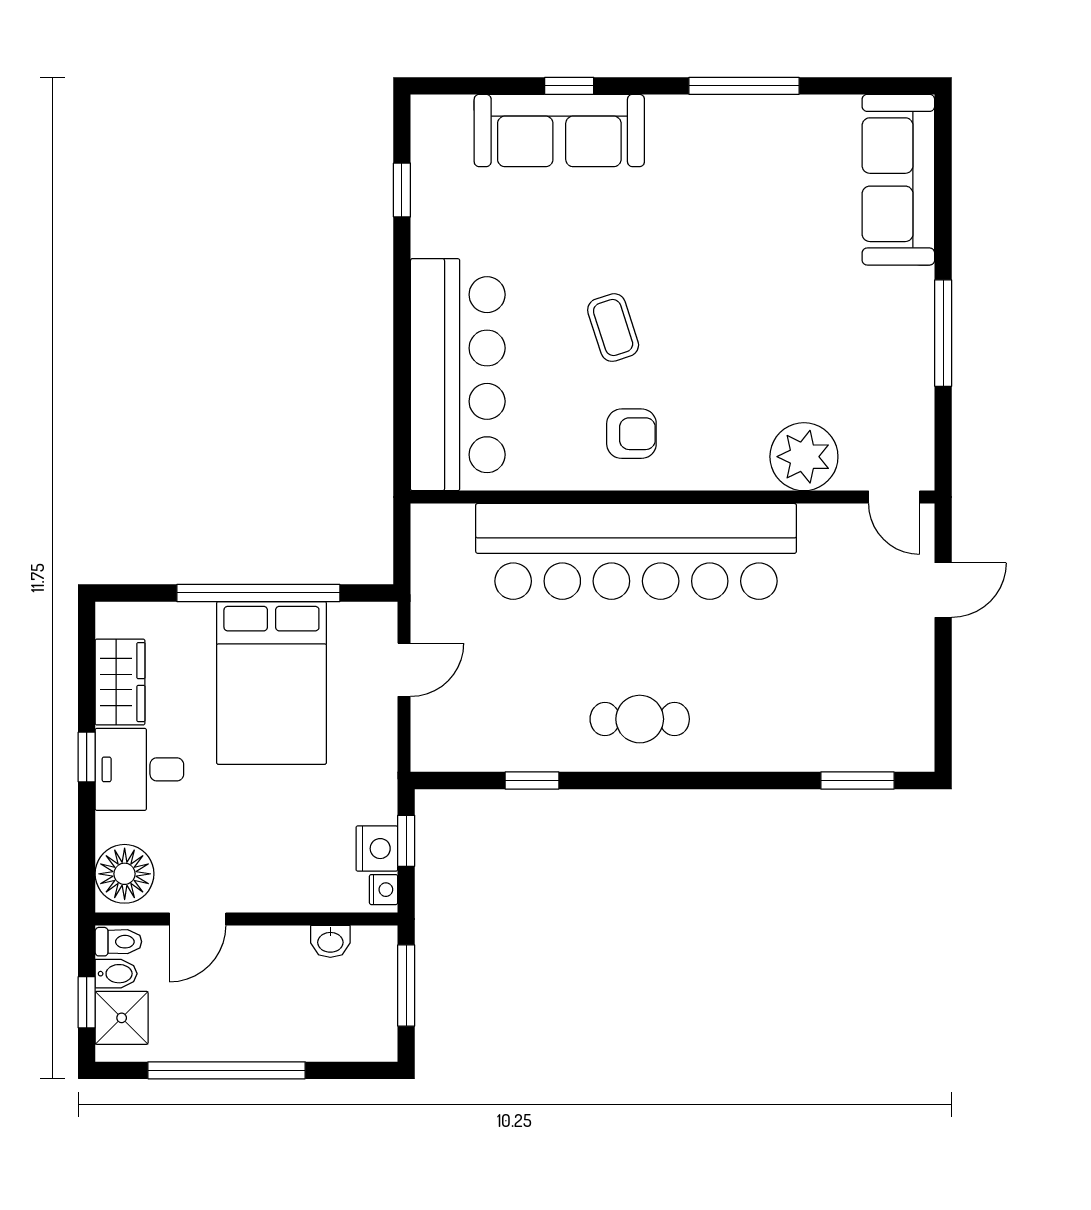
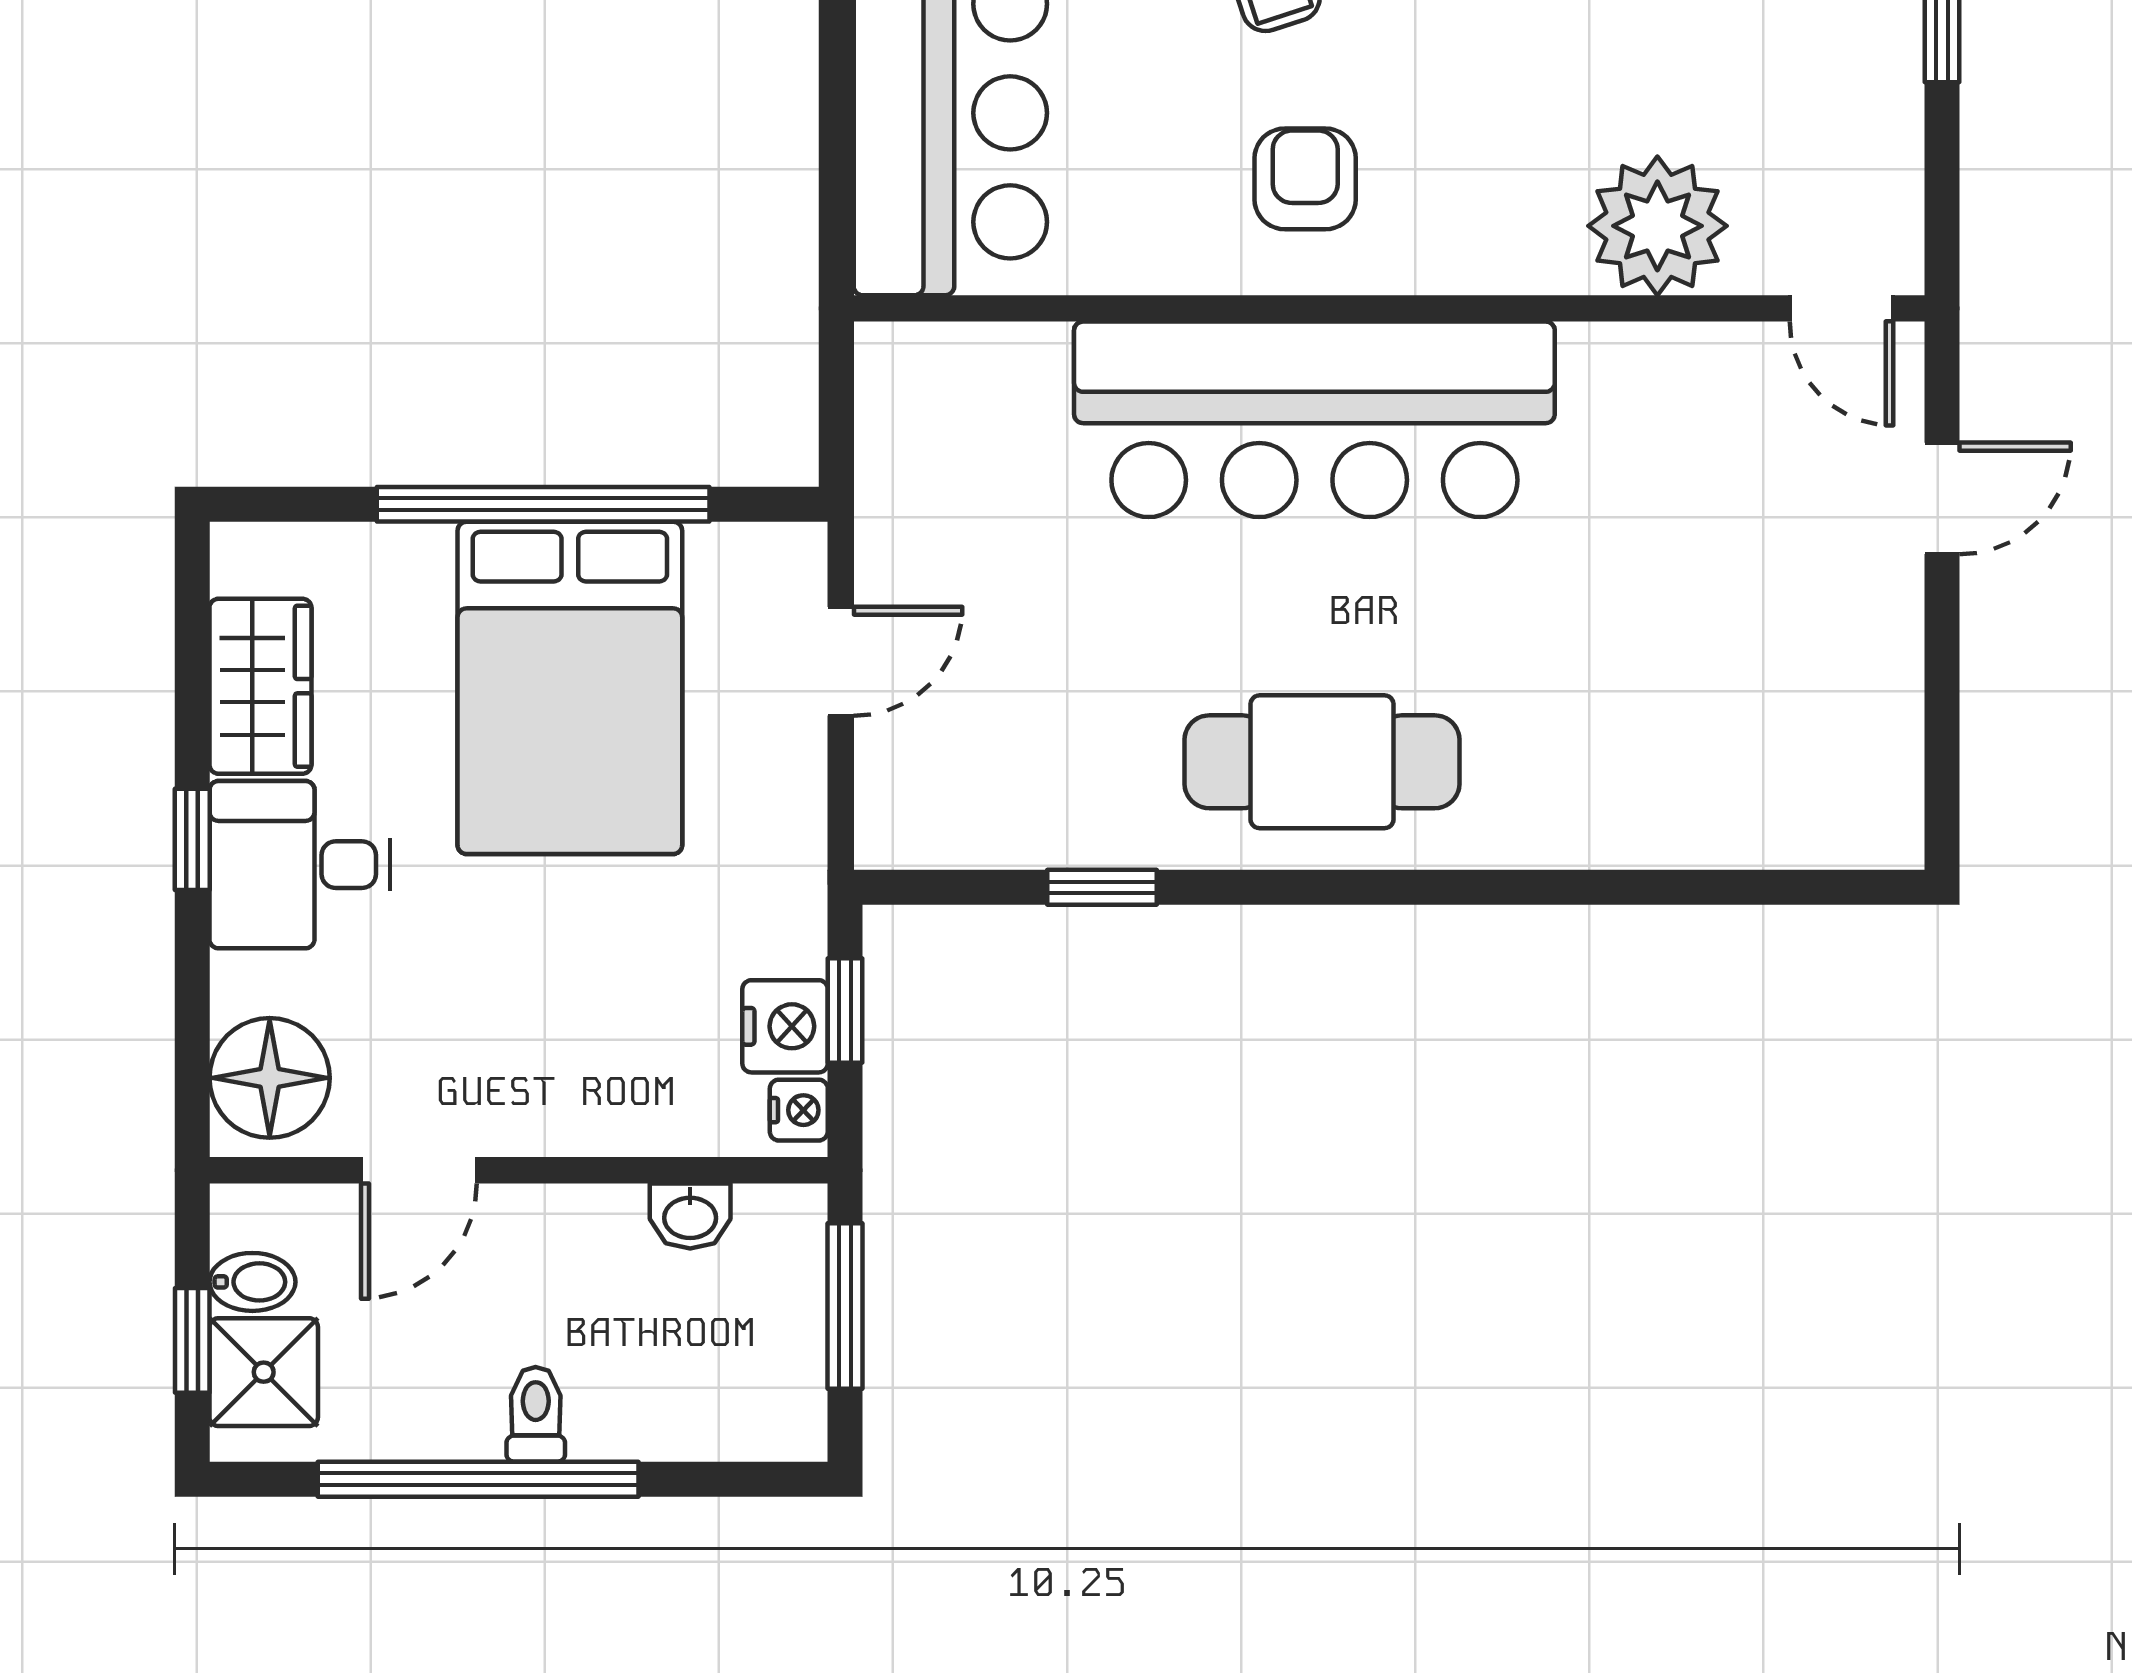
armchair: (631, 434) -> (1305, 179), turned -90
bar counter: (636, 551) -> (1314, 419), width x0.73
cafe table: (640, 719) -> (1322, 762), width x1.37, depth x1.35
window: (857, 781) -> (1767, 887), removed
toilet: (118, 942) -> (536, 1414), moved, turned -90

